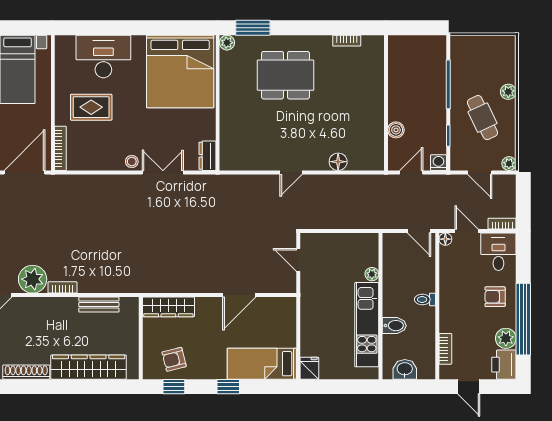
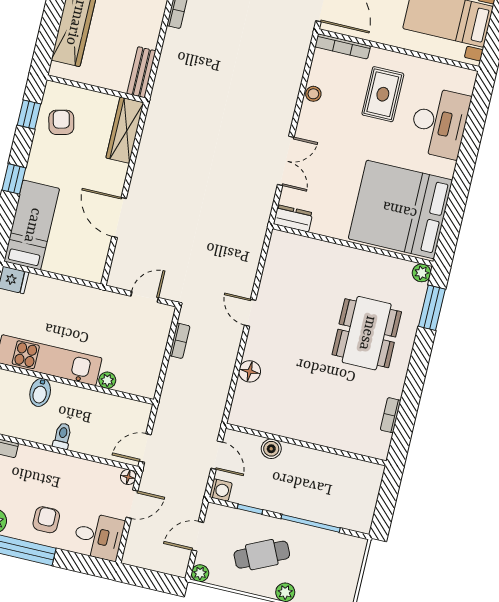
stool: (132, 162) -> (313, 94), moved
bookcase: (502, 224) -> (180, 341), moved
bench: (99, 305) -> (141, 72), moved

